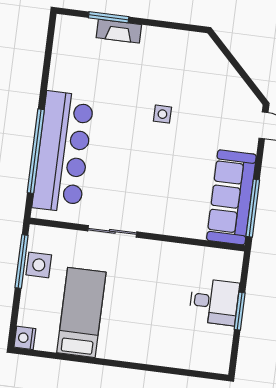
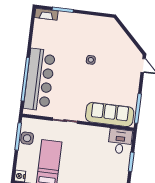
fireplace: (119, 31) -> (46, 14), moved
sofa: (231, 197) -> (110, 114), moved, turned 90
desk: (214, 302) -> (120, 141), moved, turned -90

